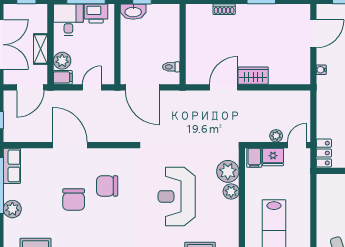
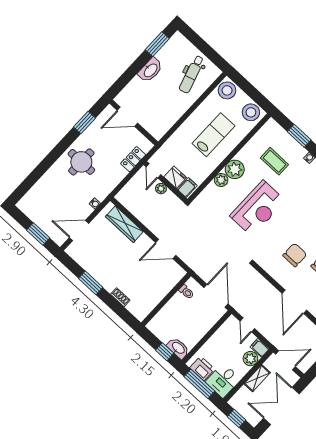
wardrobe: (253, 76) -> (124, 224), moved, width x1.50
door: (92, 87) -> (247, 325), hinge flipped
door: (297, 145) -> (153, 171), hinge flipped
locker: (324, 153) -> (133, 159), moved
plant: (228, 171) -> (235, 169), moved
chair: (107, 186) -> (295, 255), turned -90

